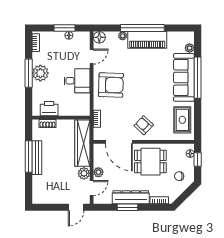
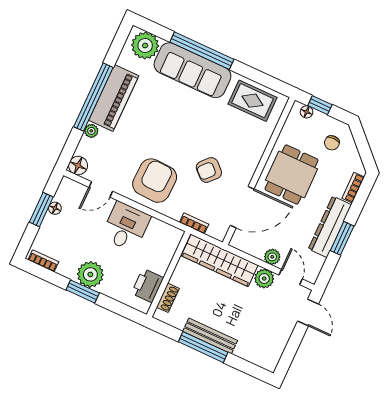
plant: (189, 48) -> (145, 46), width x1.87, depth x1.87
door: (92, 57) -> (101, 189), swing flipped
window: (29, 73) -> (83, 291), width x0.69
armchair: (144, 125) -> (209, 170), moved

